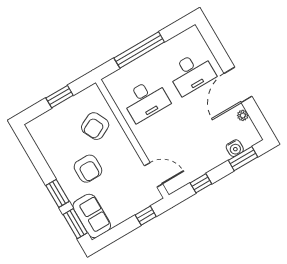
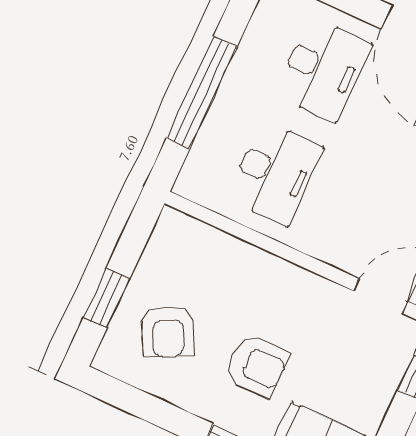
window: (60, 97) -> (107, 298), moved
armchair: (95, 126) -> (168, 331), moved

